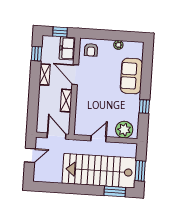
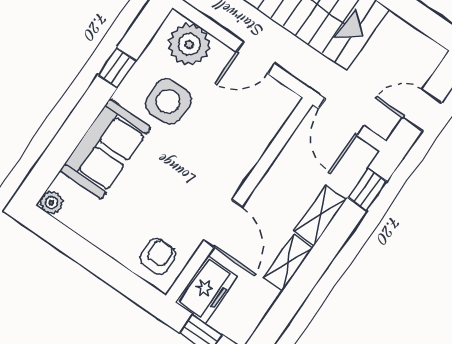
plant: (118, 45) -> (51, 203), moved
window: (37, 54) -> (367, 189), moved
shelving: (66, 101) -> (320, 215), moved
side table: (120, 106) -> (168, 101), added

